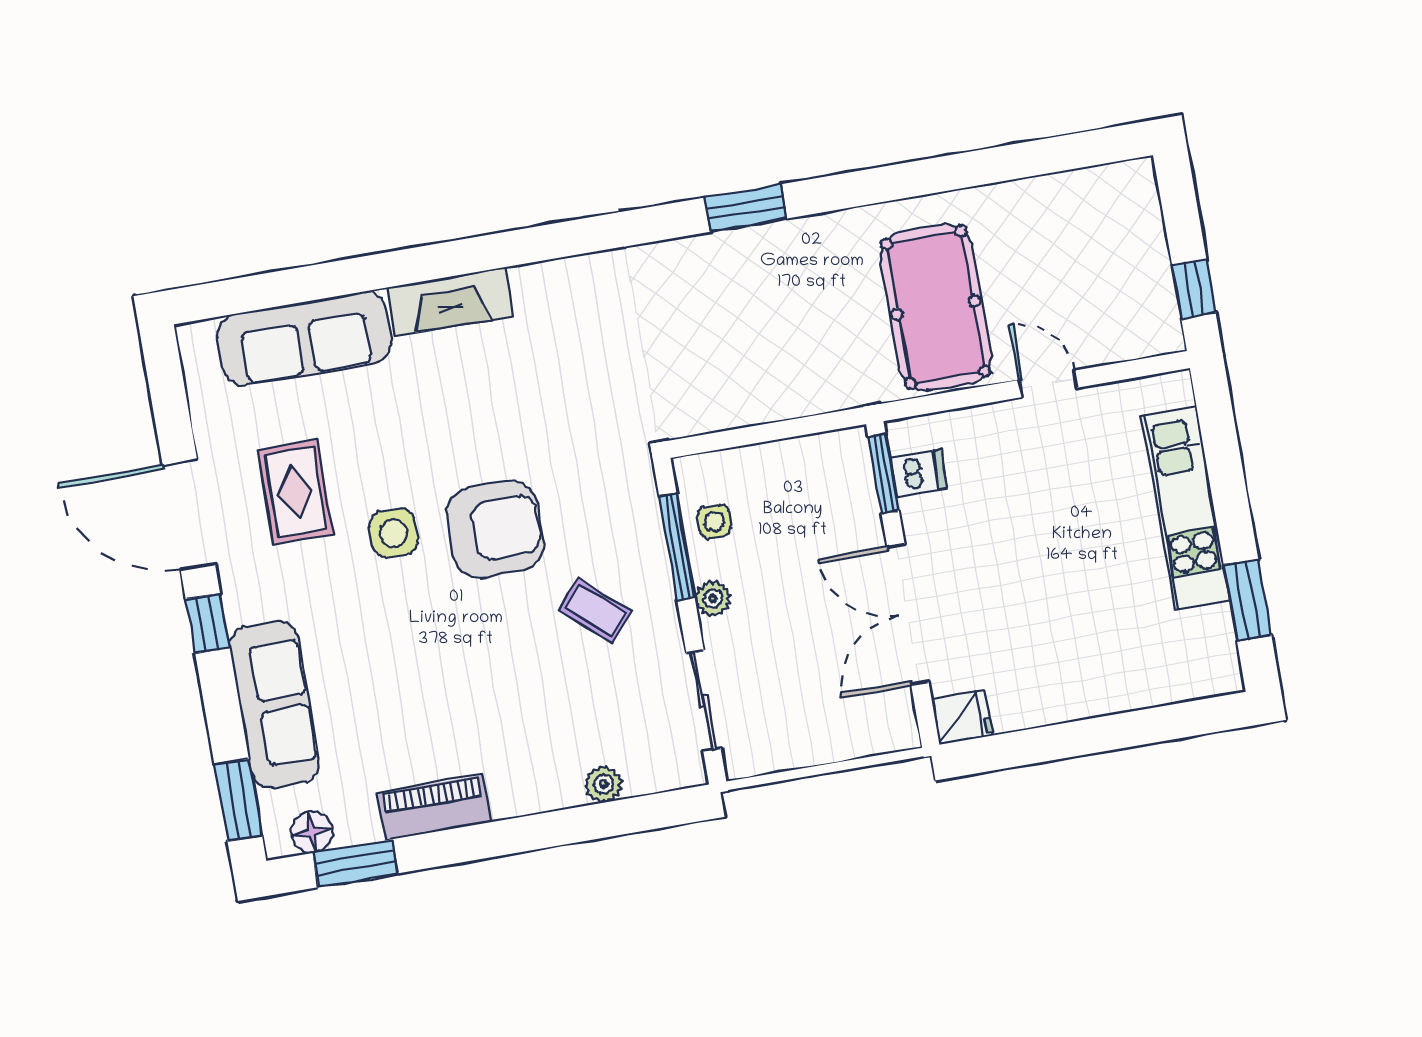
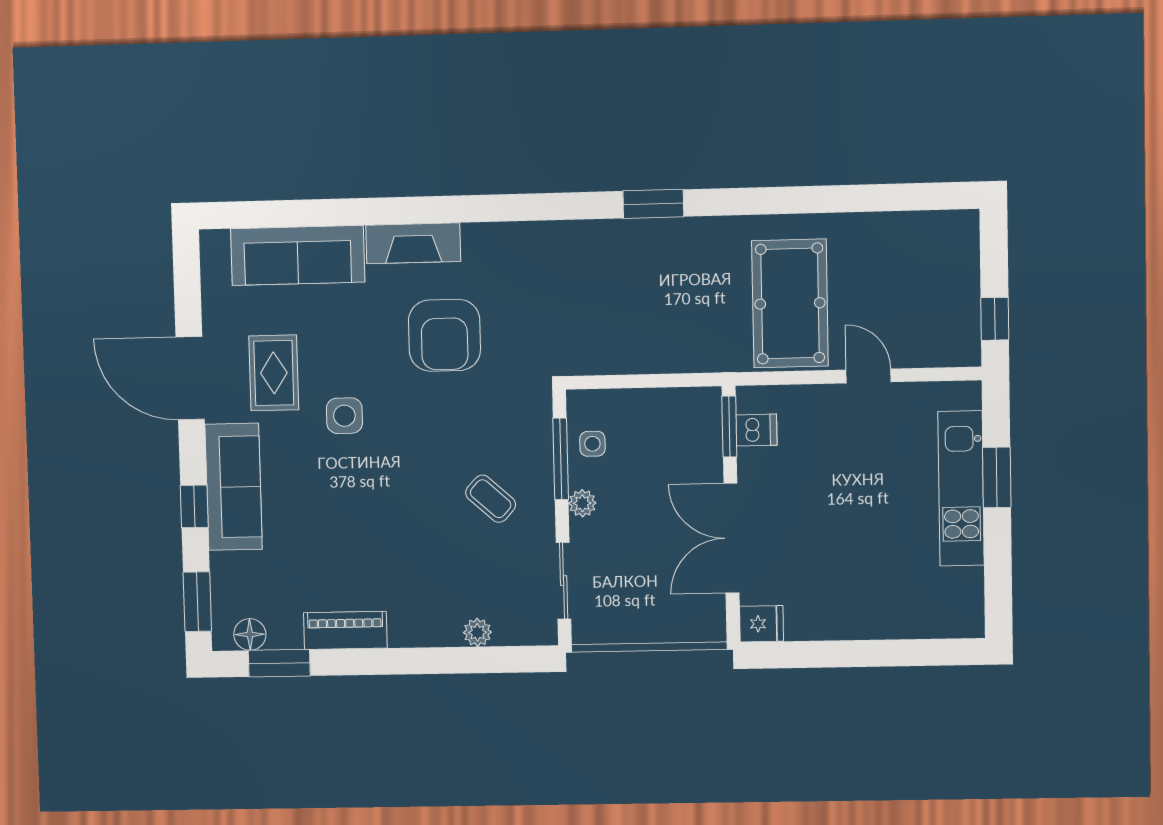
armchair: (495, 529) -> (444, 335), moved, turned 90
window: (1248, 600) -> (997, 477), moved
window: (208, 623) -> (194, 506), moved
sofa: (274, 704) -> (234, 487), moved

